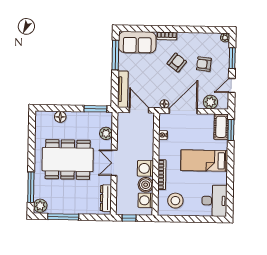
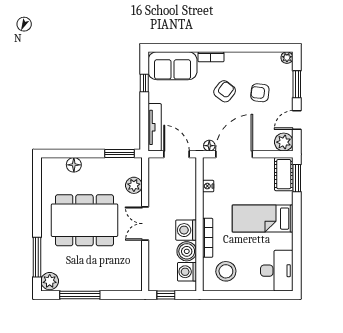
window: (115, 55) -> (144, 83), width x0.46
plant: (210, 102) -> (284, 142), moved
dresser: (106, 198) -> (135, 270), removed

